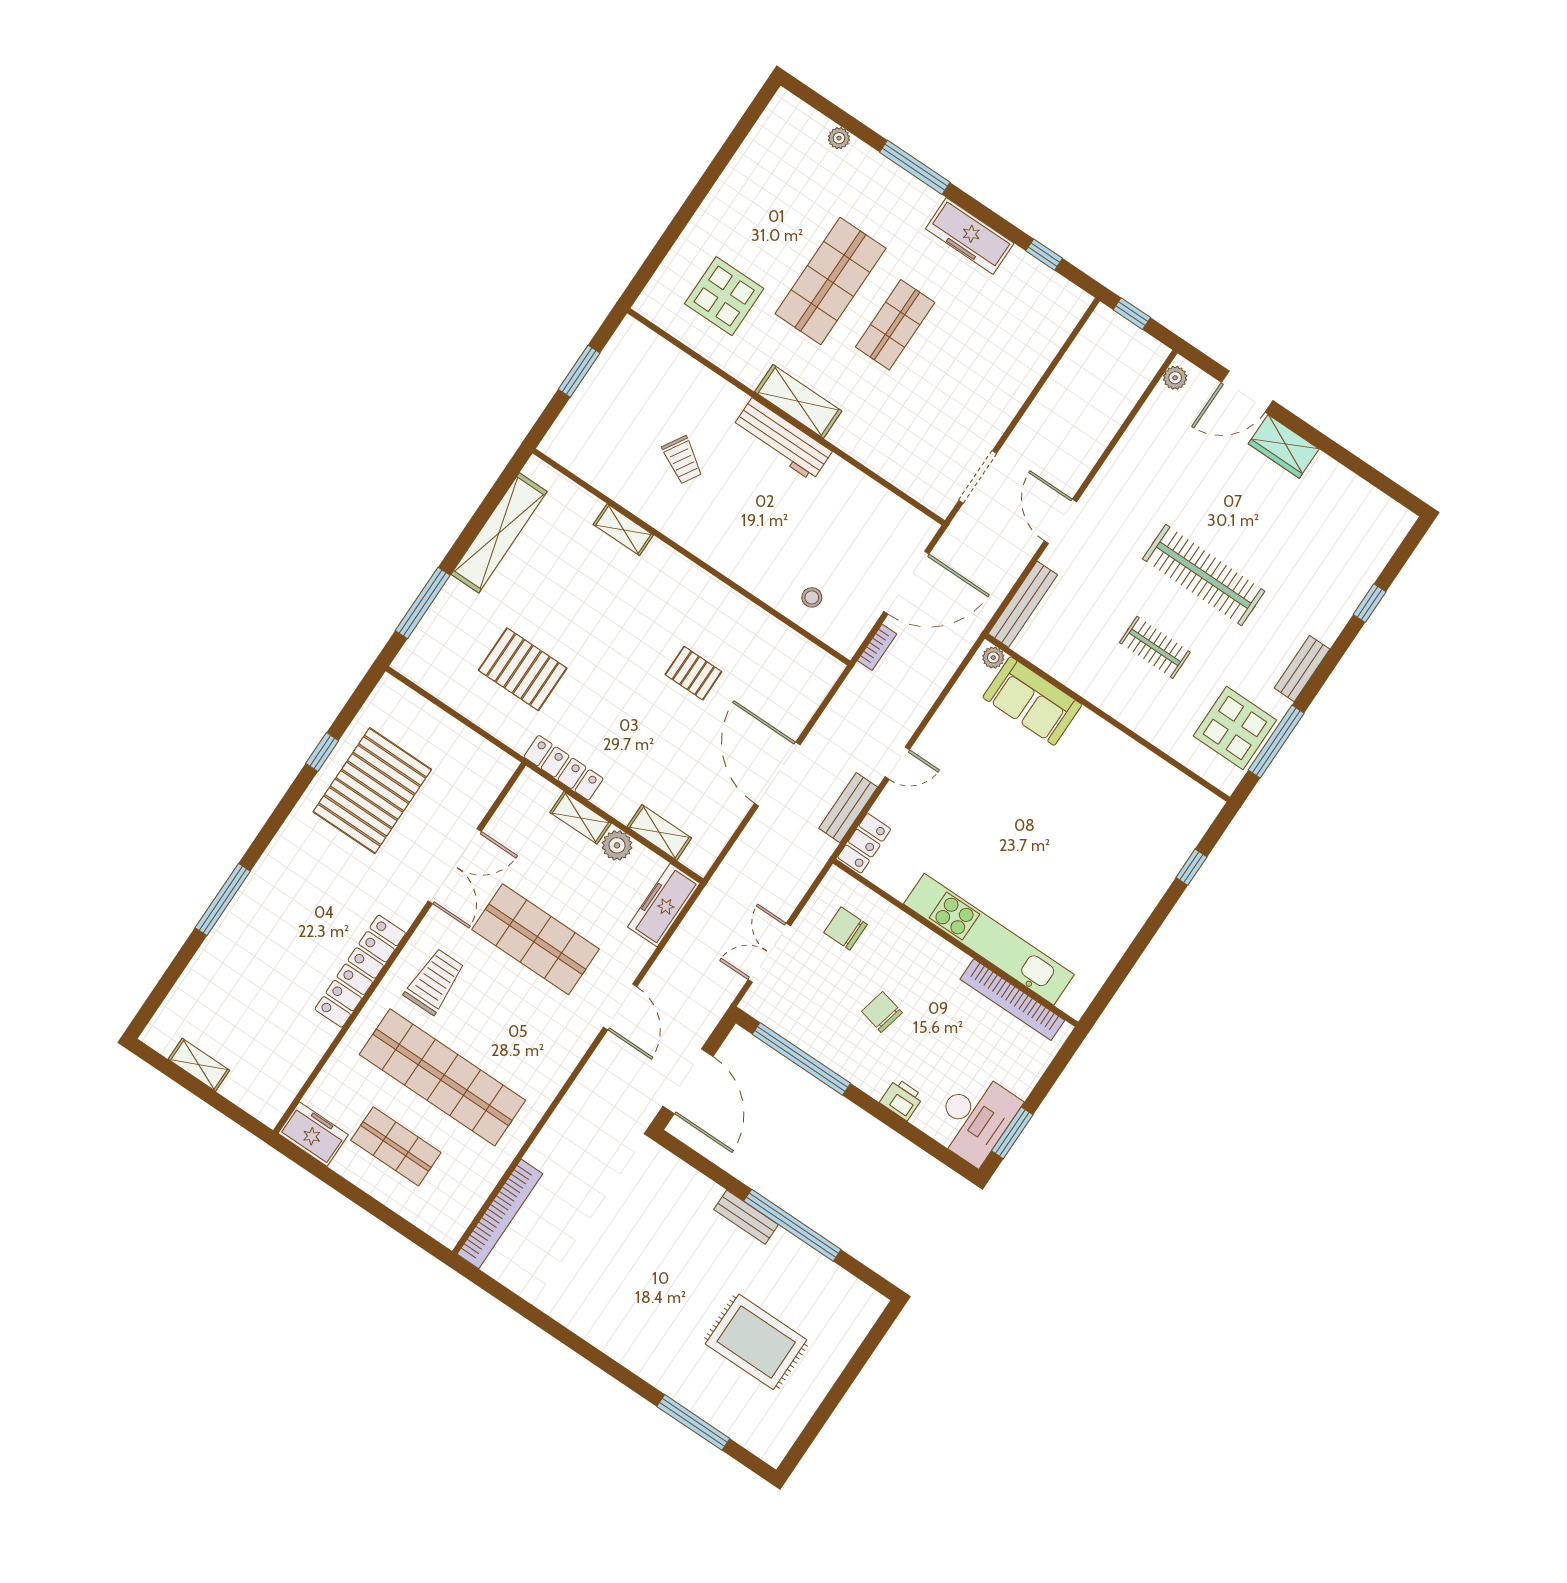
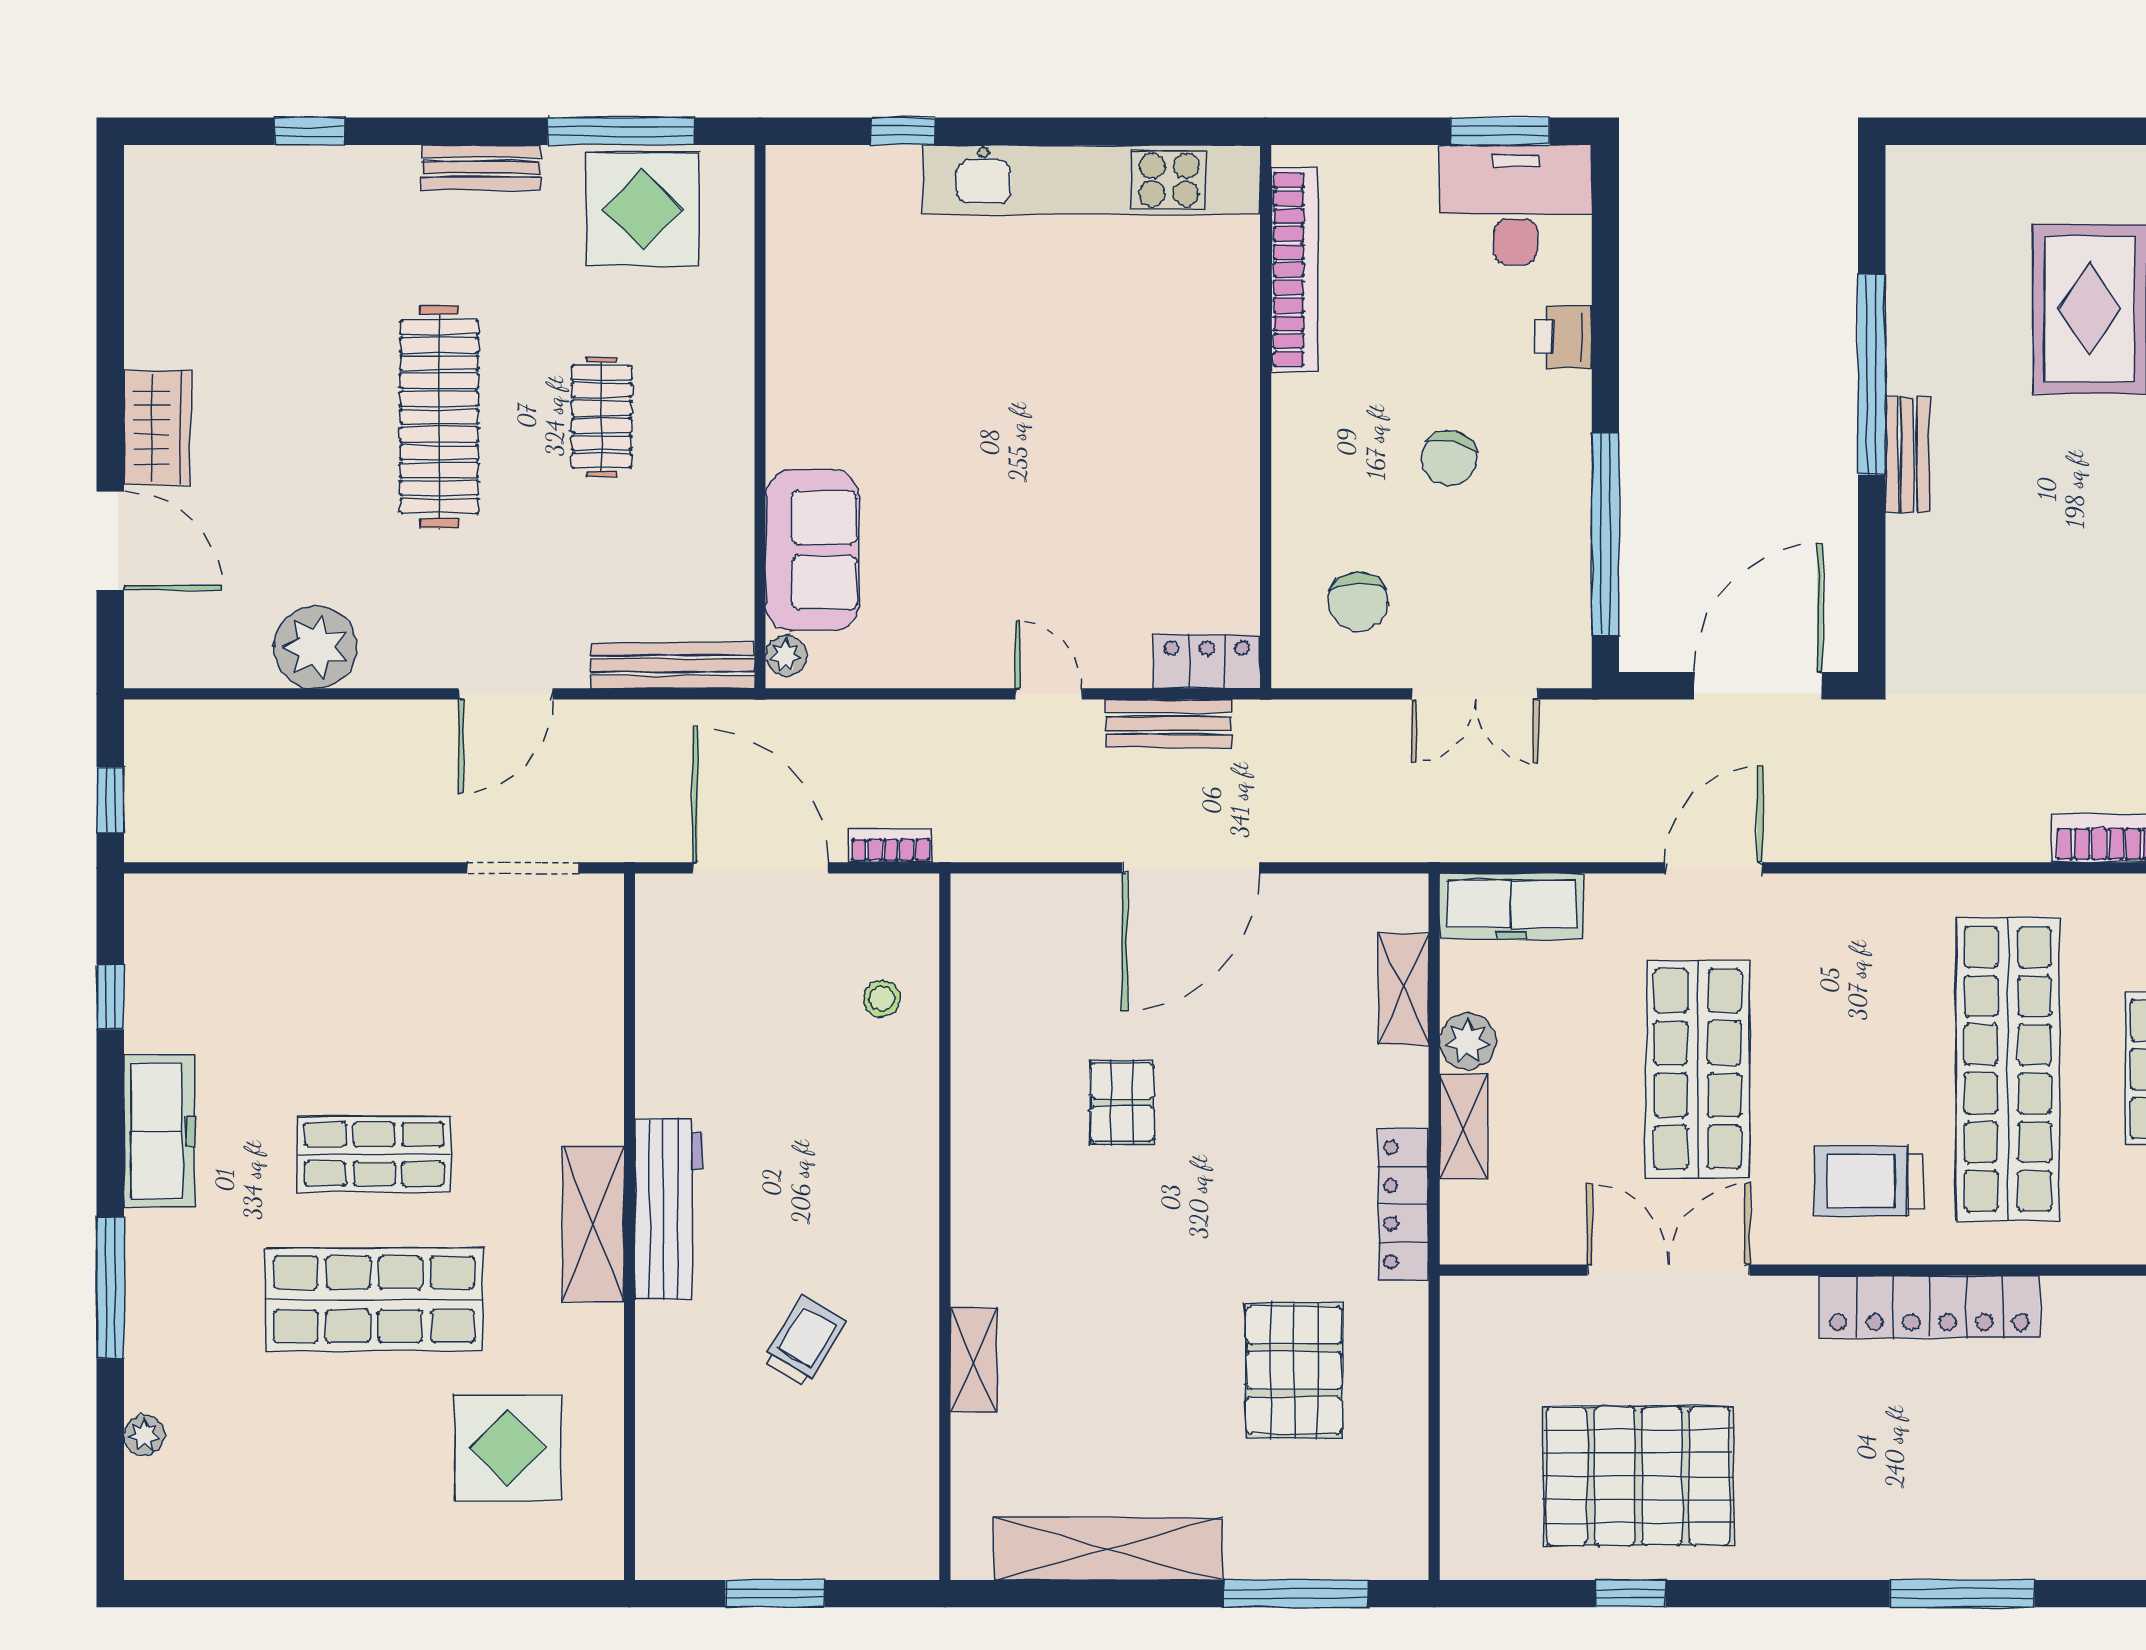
plant: (1175, 378) -> (316, 647), moved, width x1.87, depth x1.87
kitchen unit: (989, 939) -> (1092, 180), moved, turned -90

